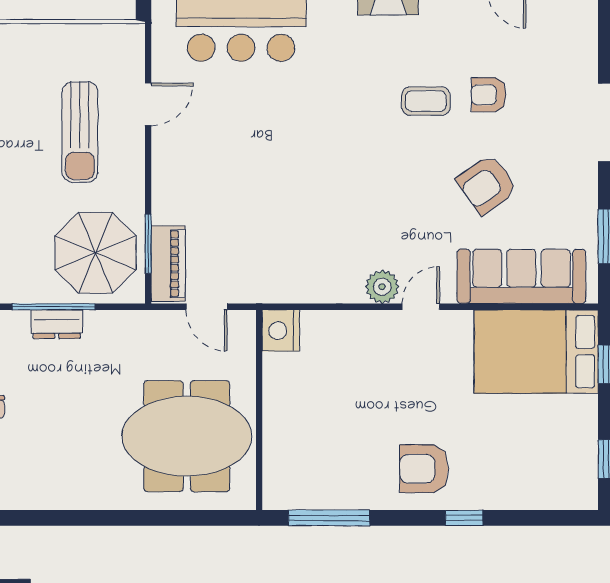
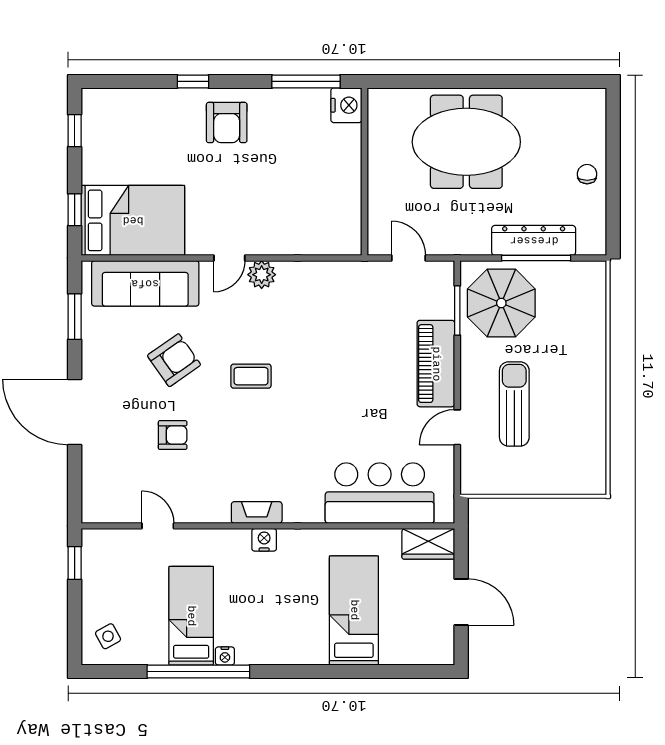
coffee table: (426, 101) -> (251, 376), moved
piano: (168, 264) -> (436, 364), moved, width x1.37, depth x1.33
dresser: (57, 324) -> (534, 240), width x1.96, depth x1.24
nightstand: (281, 331) -> (346, 105), moved
meeting table: (187, 436) -> (466, 142), moved
armchair: (424, 469) -> (227, 123), turned 90

